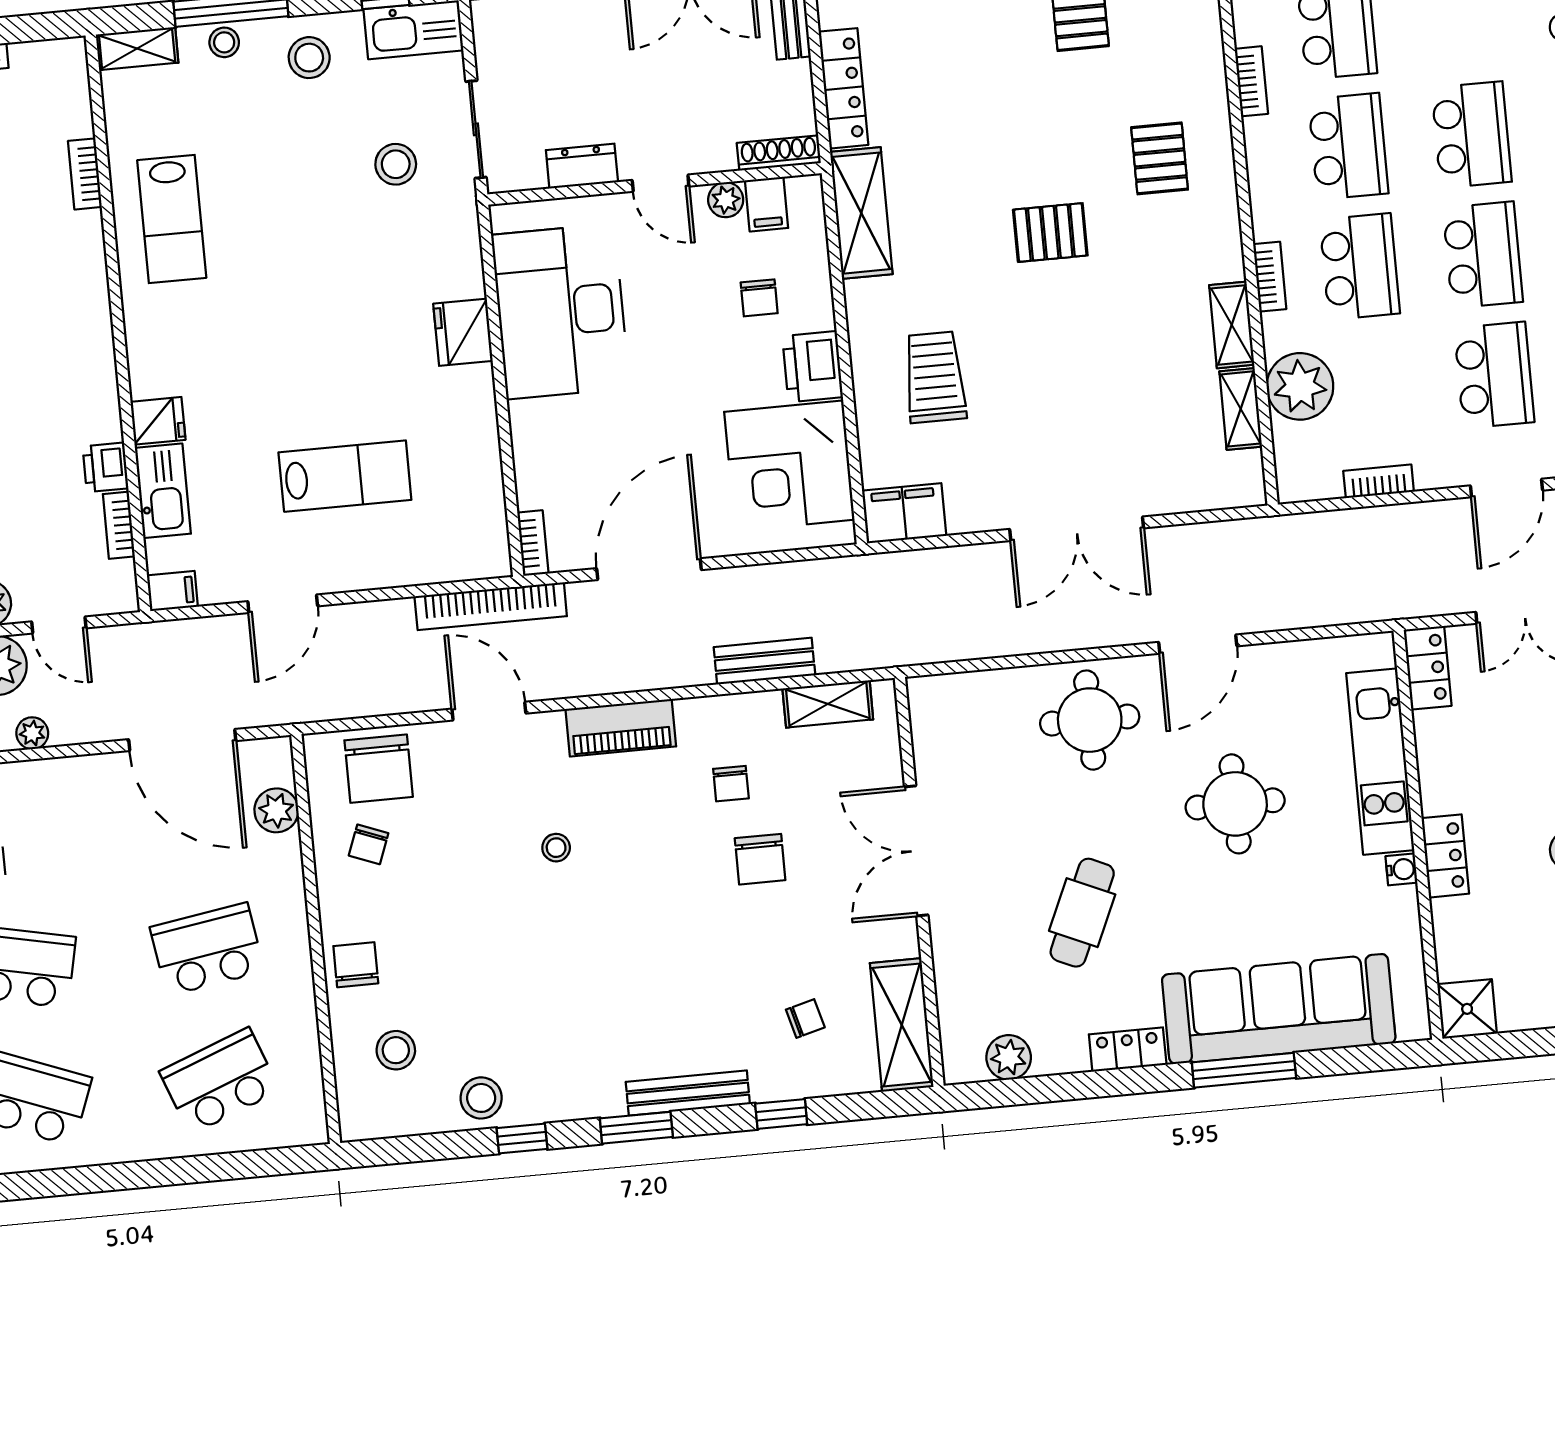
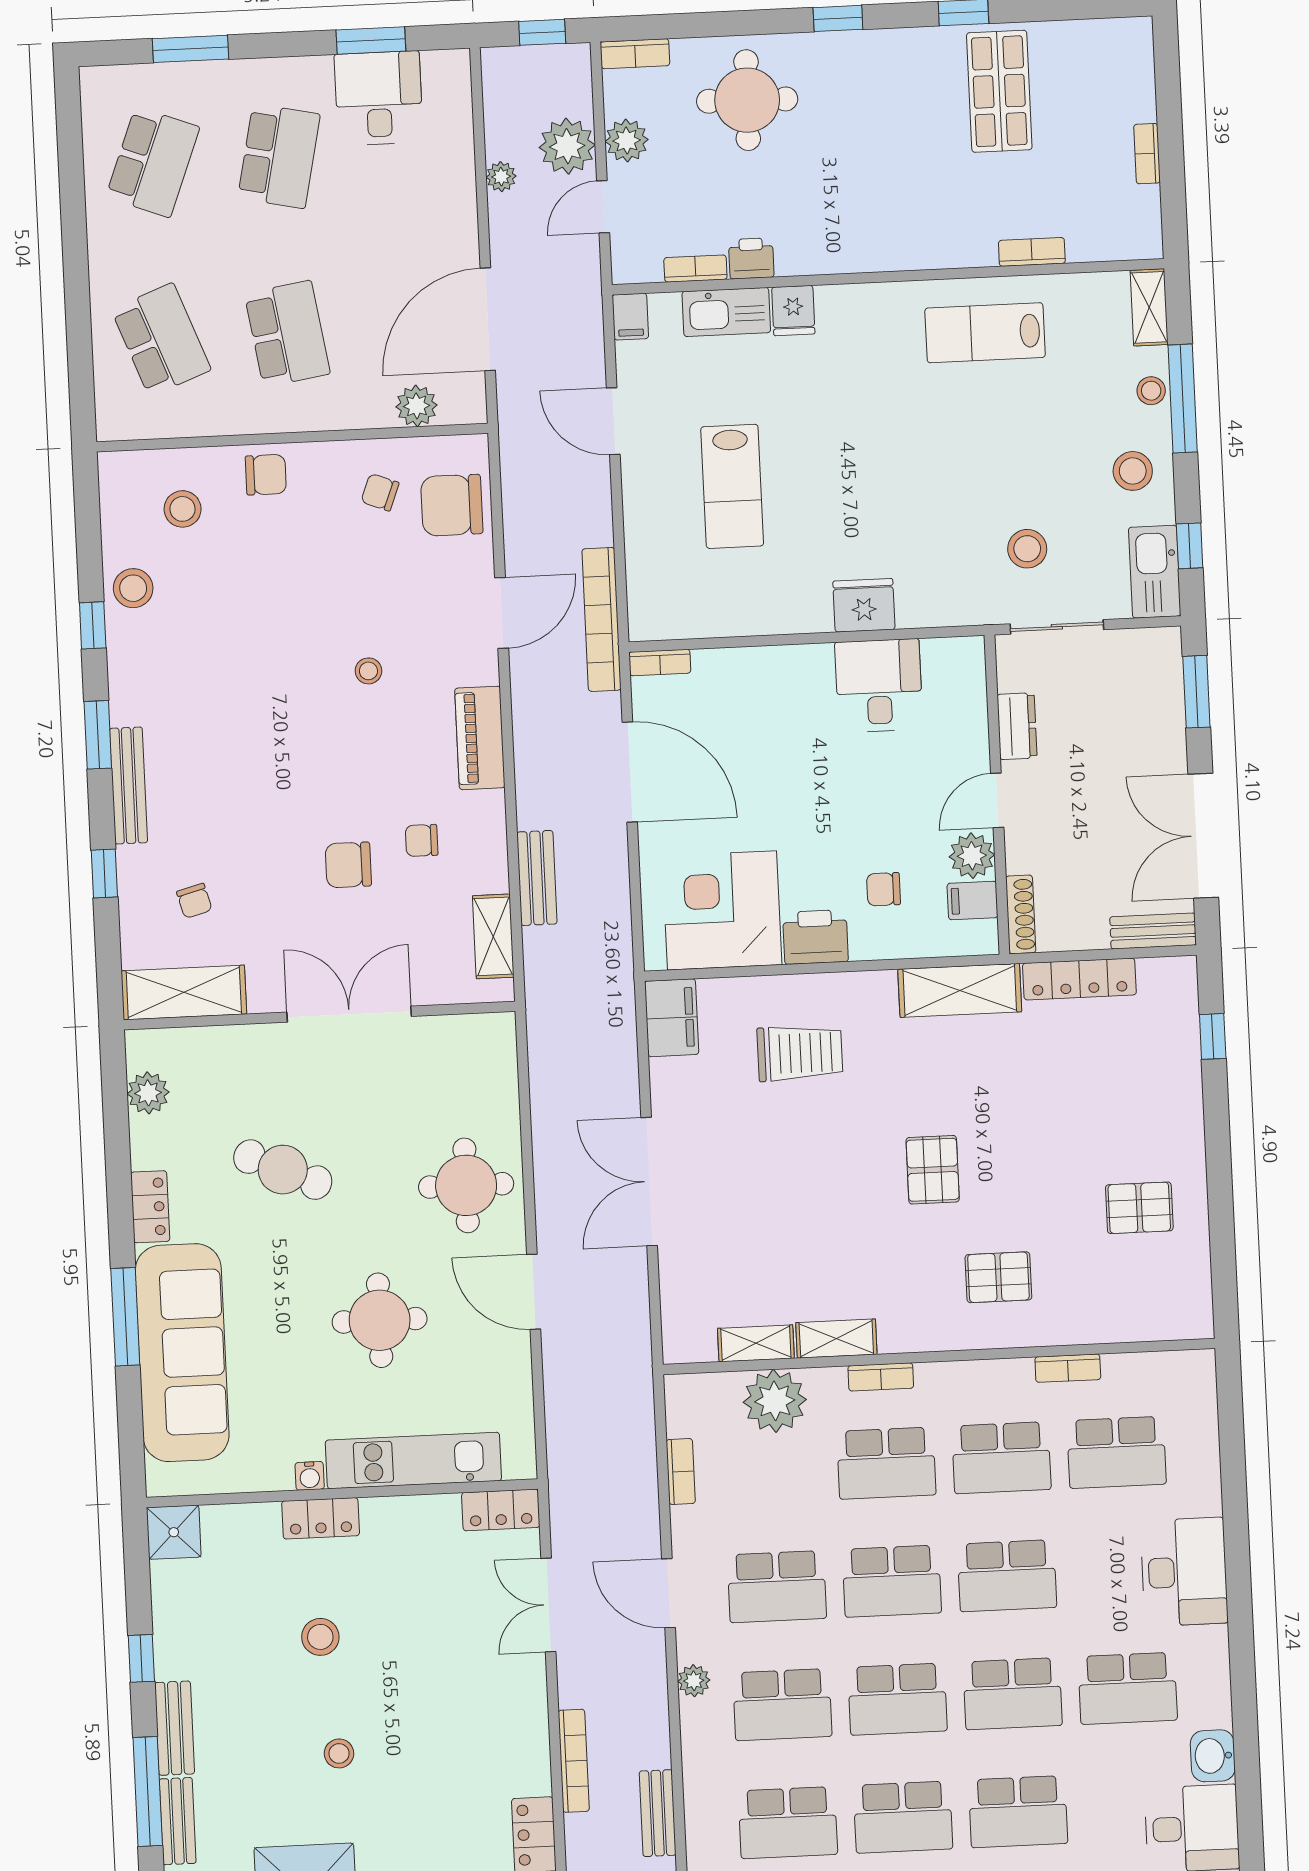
plant: (726, 200) -> (972, 856), width x1.38, depth x1.38
desk: (560, 311) -> (879, 686), width x0.53, depth x0.77

